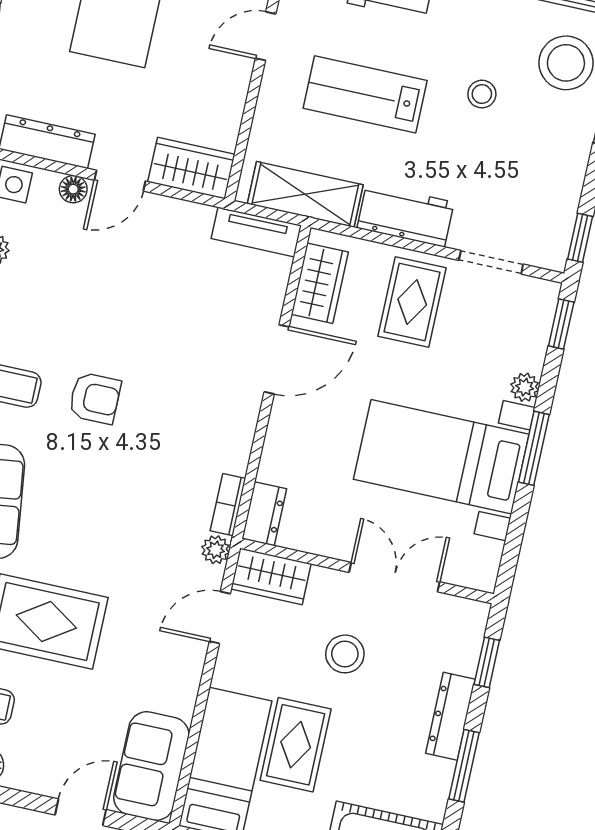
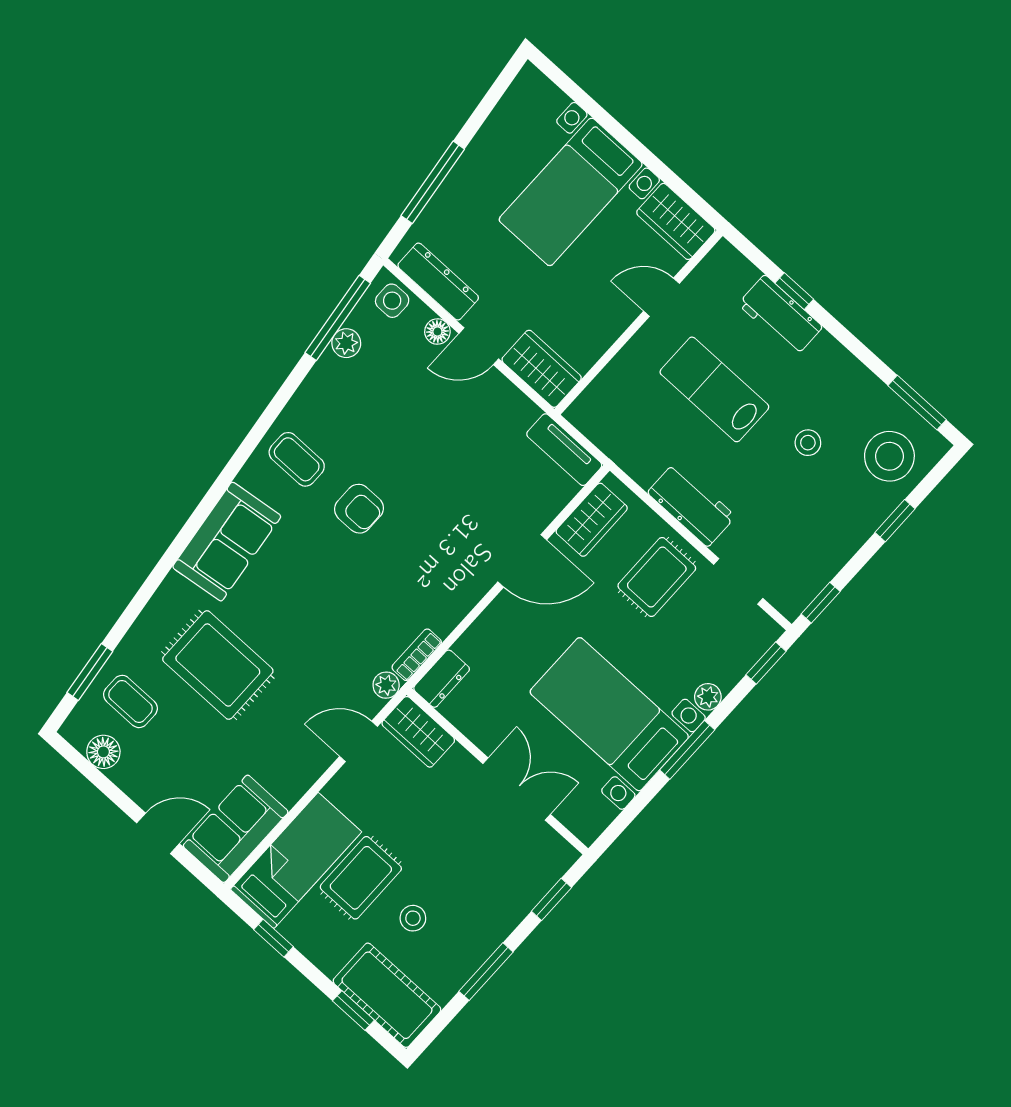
shelving: (305, 194) -> (621, 442), removed
stool: (345, 654) -> (413, 918), moved, width x0.73, depth x0.73
dresser: (450, 716) -> (498, 926), removed

